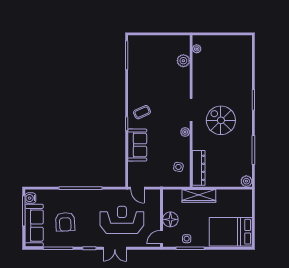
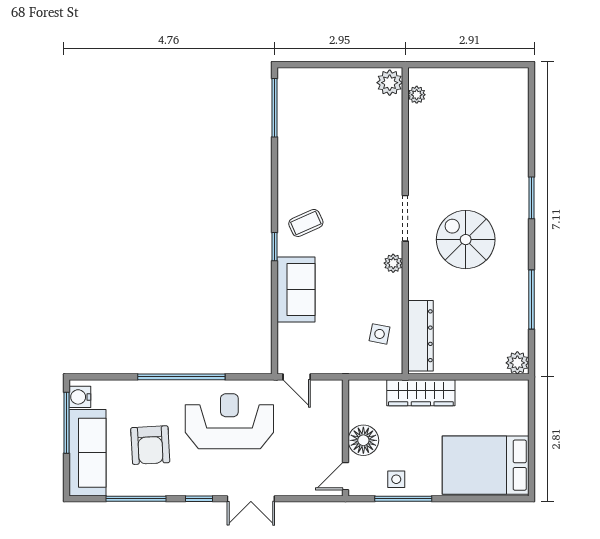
plant: (183, 61) -> (390, 83), moved
reception desk: (122, 220) -> (229, 421), moved

